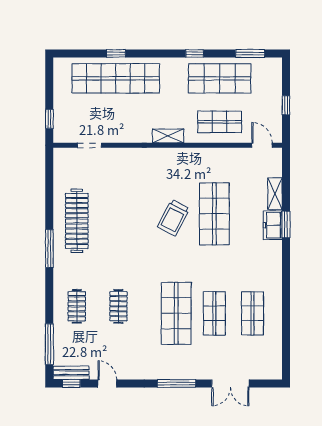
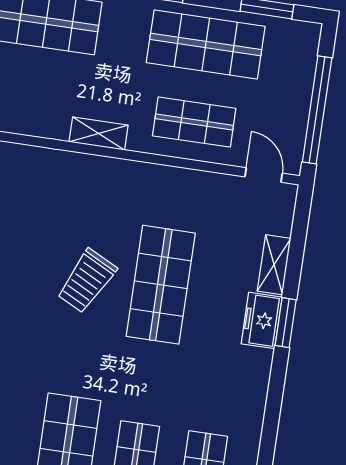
window: (286, 105) -> (317, 110), width x3.17

